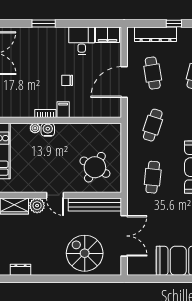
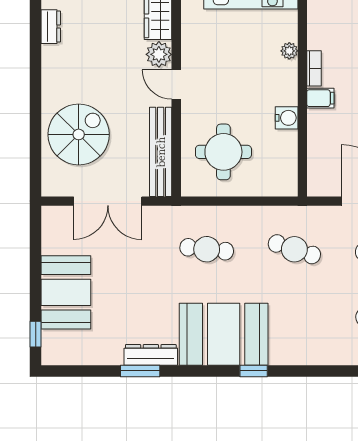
water cooler: (48, 130) -> (287, 118), moved
round table: (95, 167) -> (223, 152), turned -30
door: (55, 195) -> (176, 85), hinge flipped

